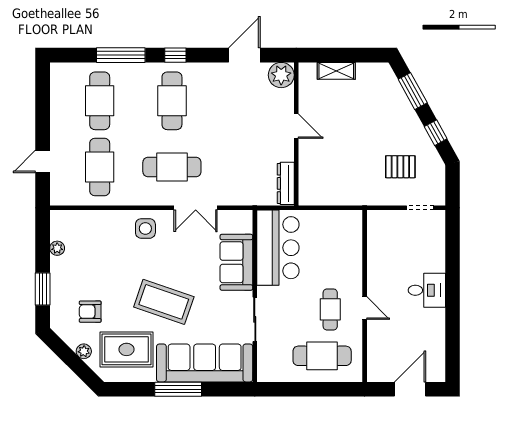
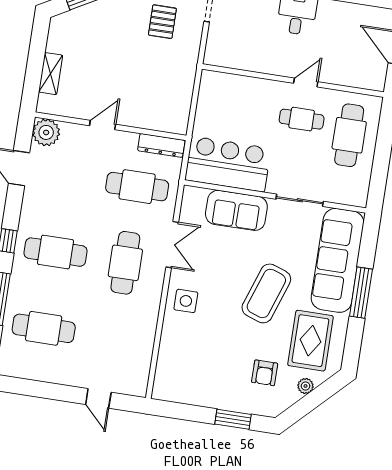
cafe table: (100, 167) -> (137, 187), moved
plant: (57, 248) -> (192, 397), removed

